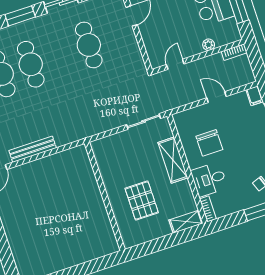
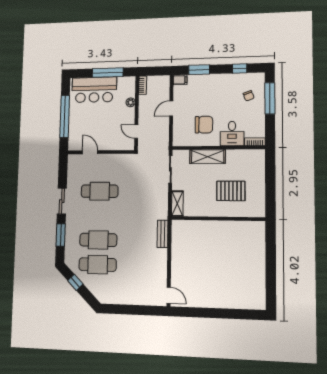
bench: (33, 149) -> (163, 234), moved, width x0.73
shelving: (186, 222) -> (177, 204), moved

